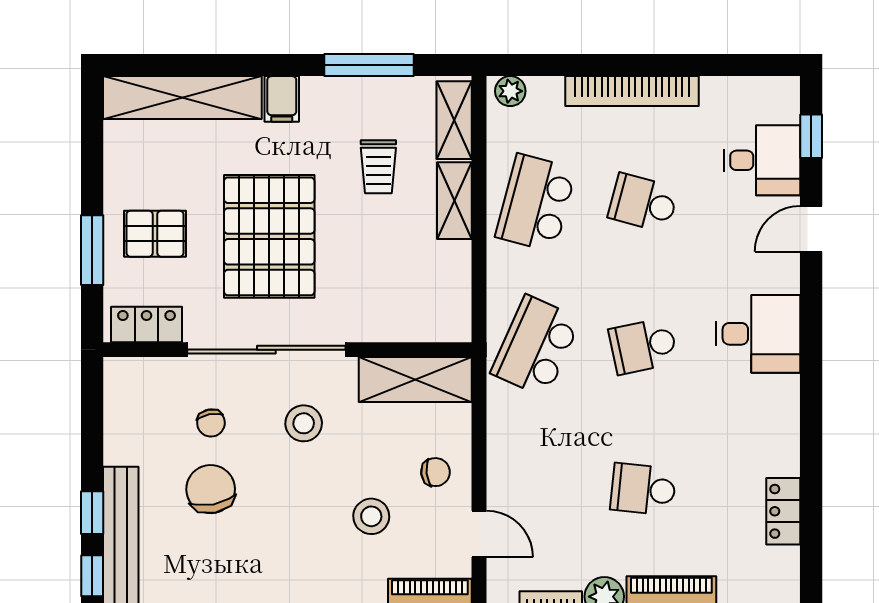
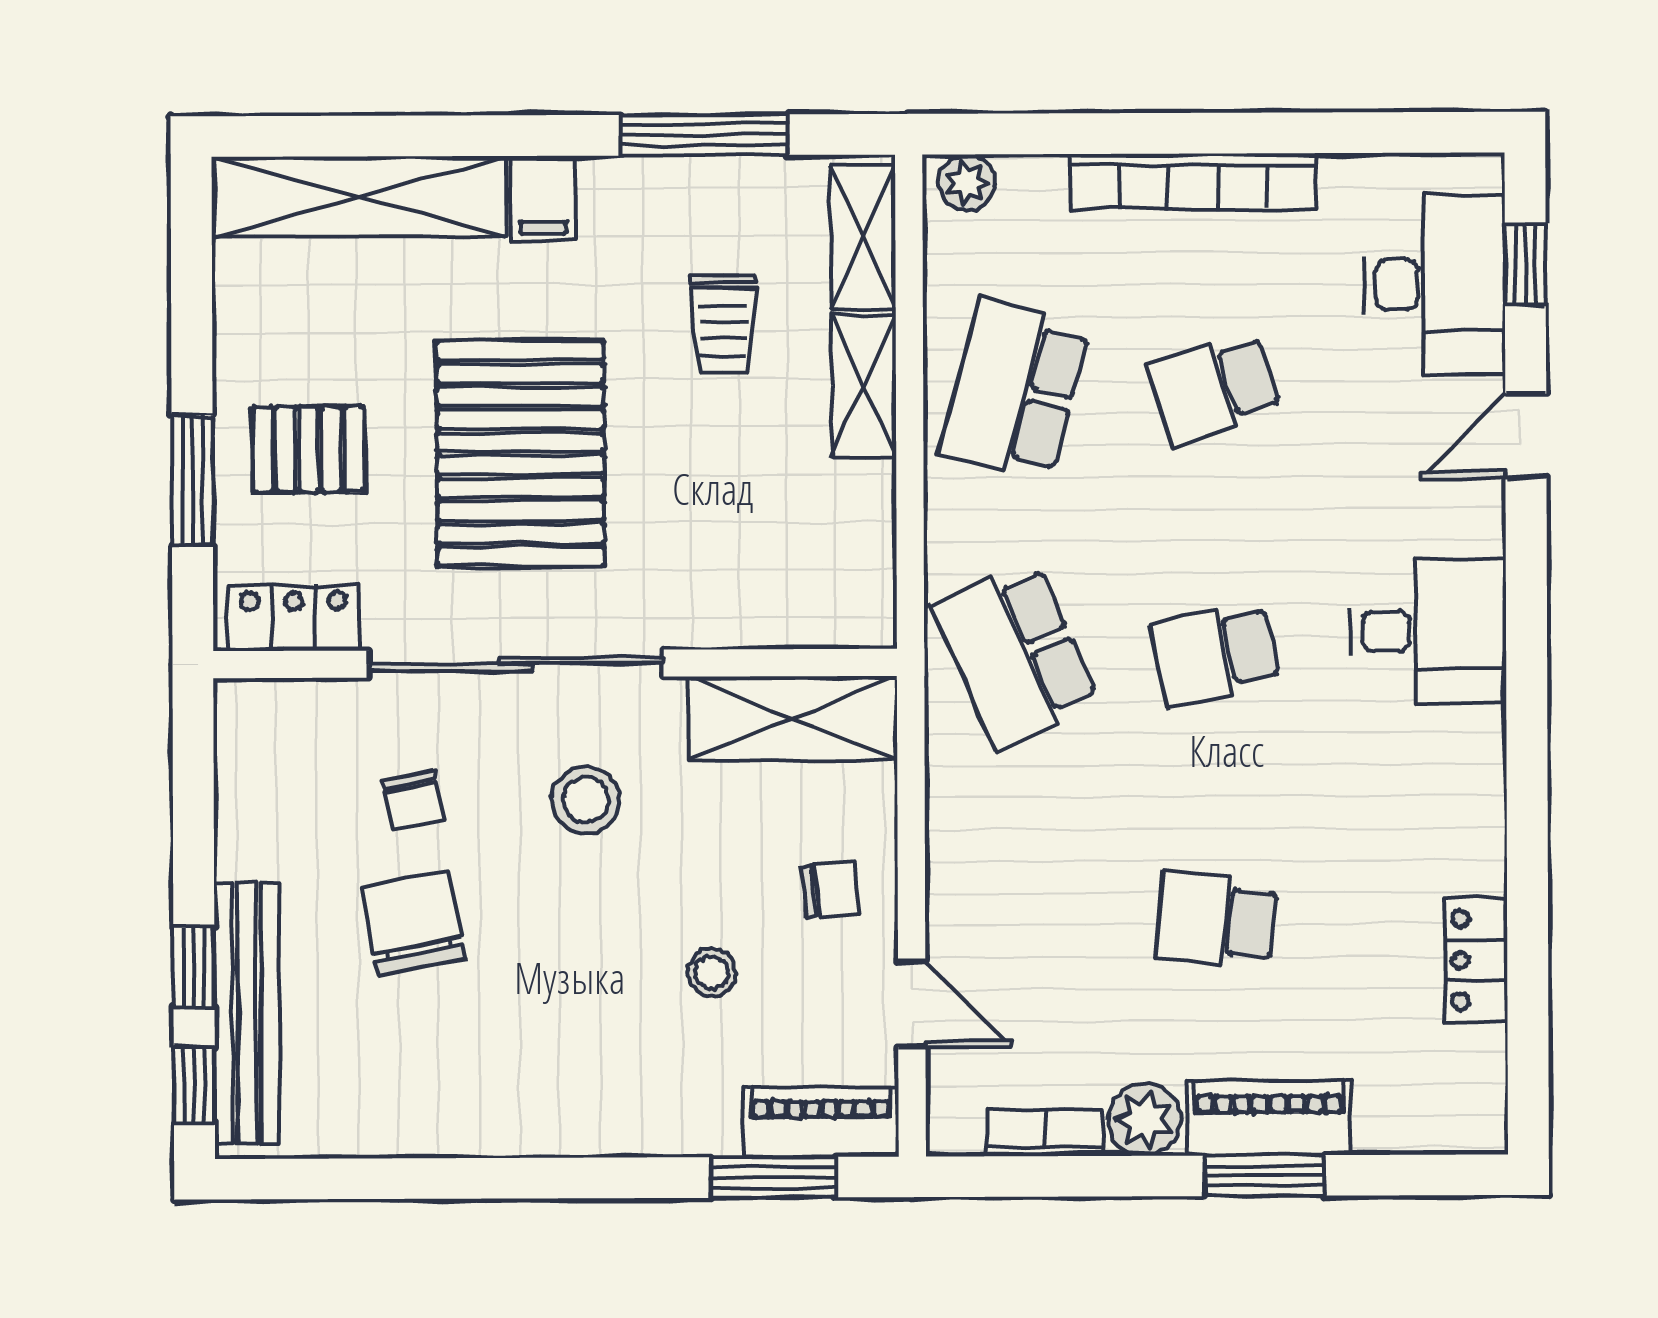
desk: (762, 160) -> (1435, 285), width x1.37
school desk: (643, 203) -> (1214, 389), turned -33
school desk: (536, 346) -> (1016, 655), turned -48
stool: (371, 516) -> (712, 972), width x0.73, depth x0.73

